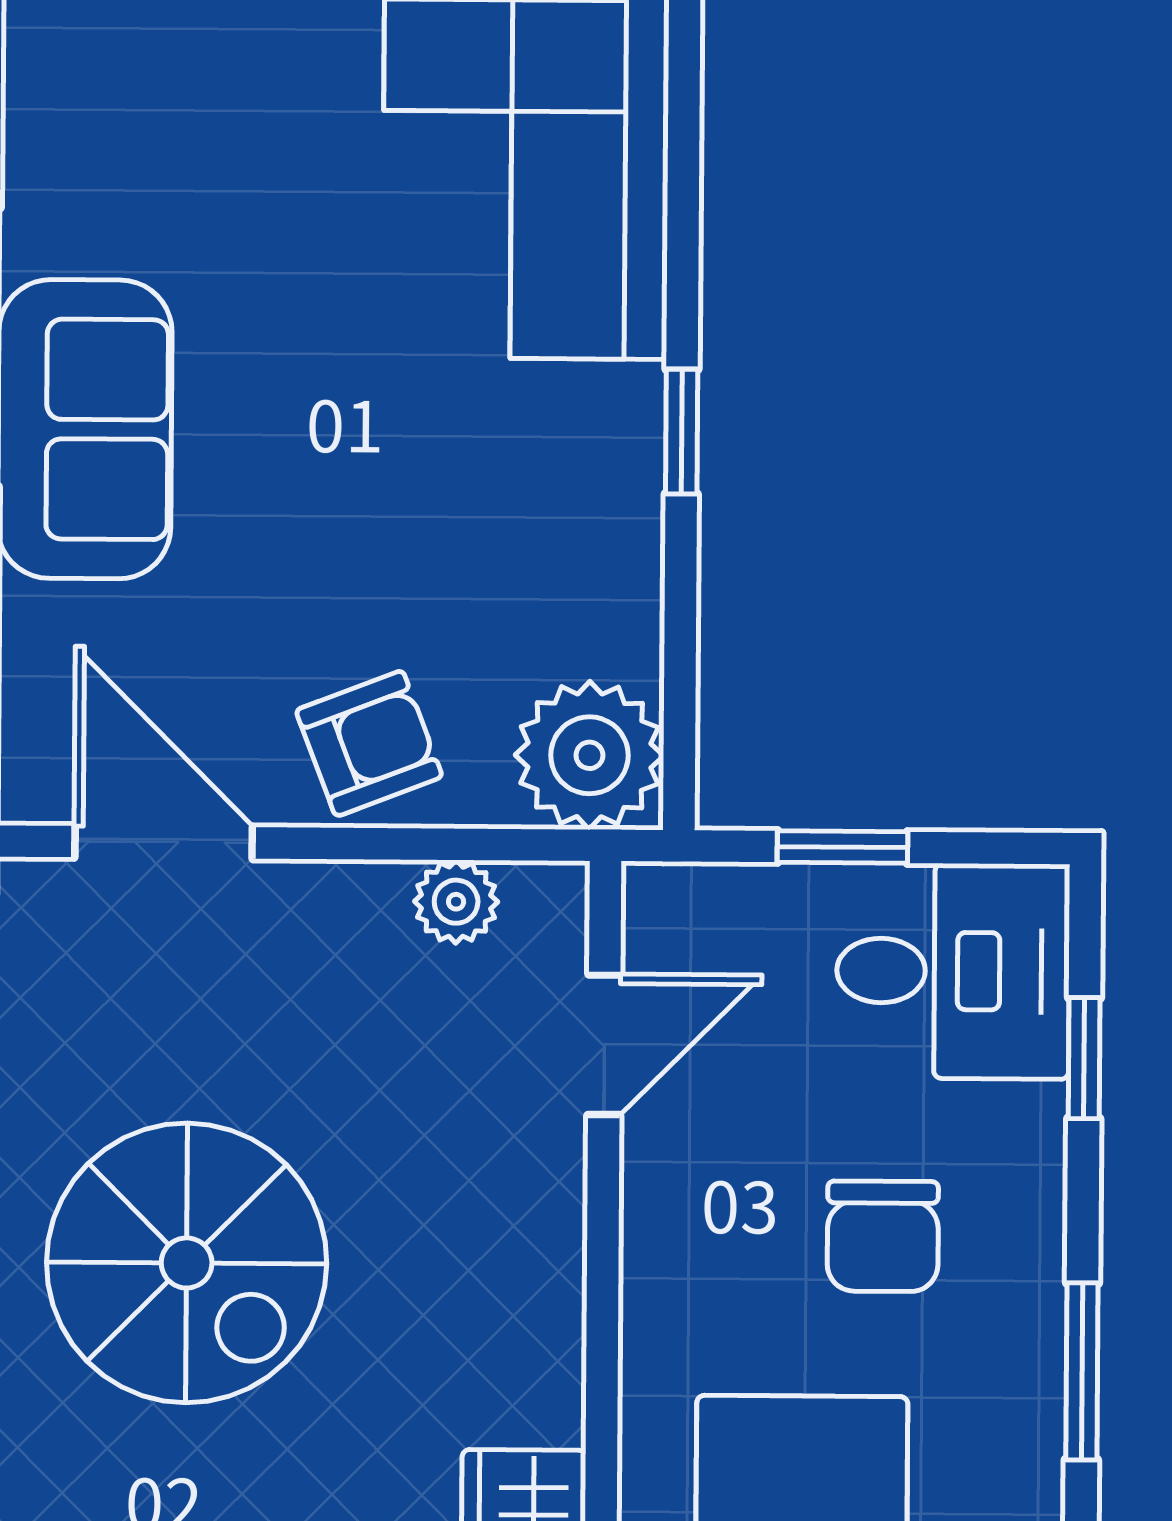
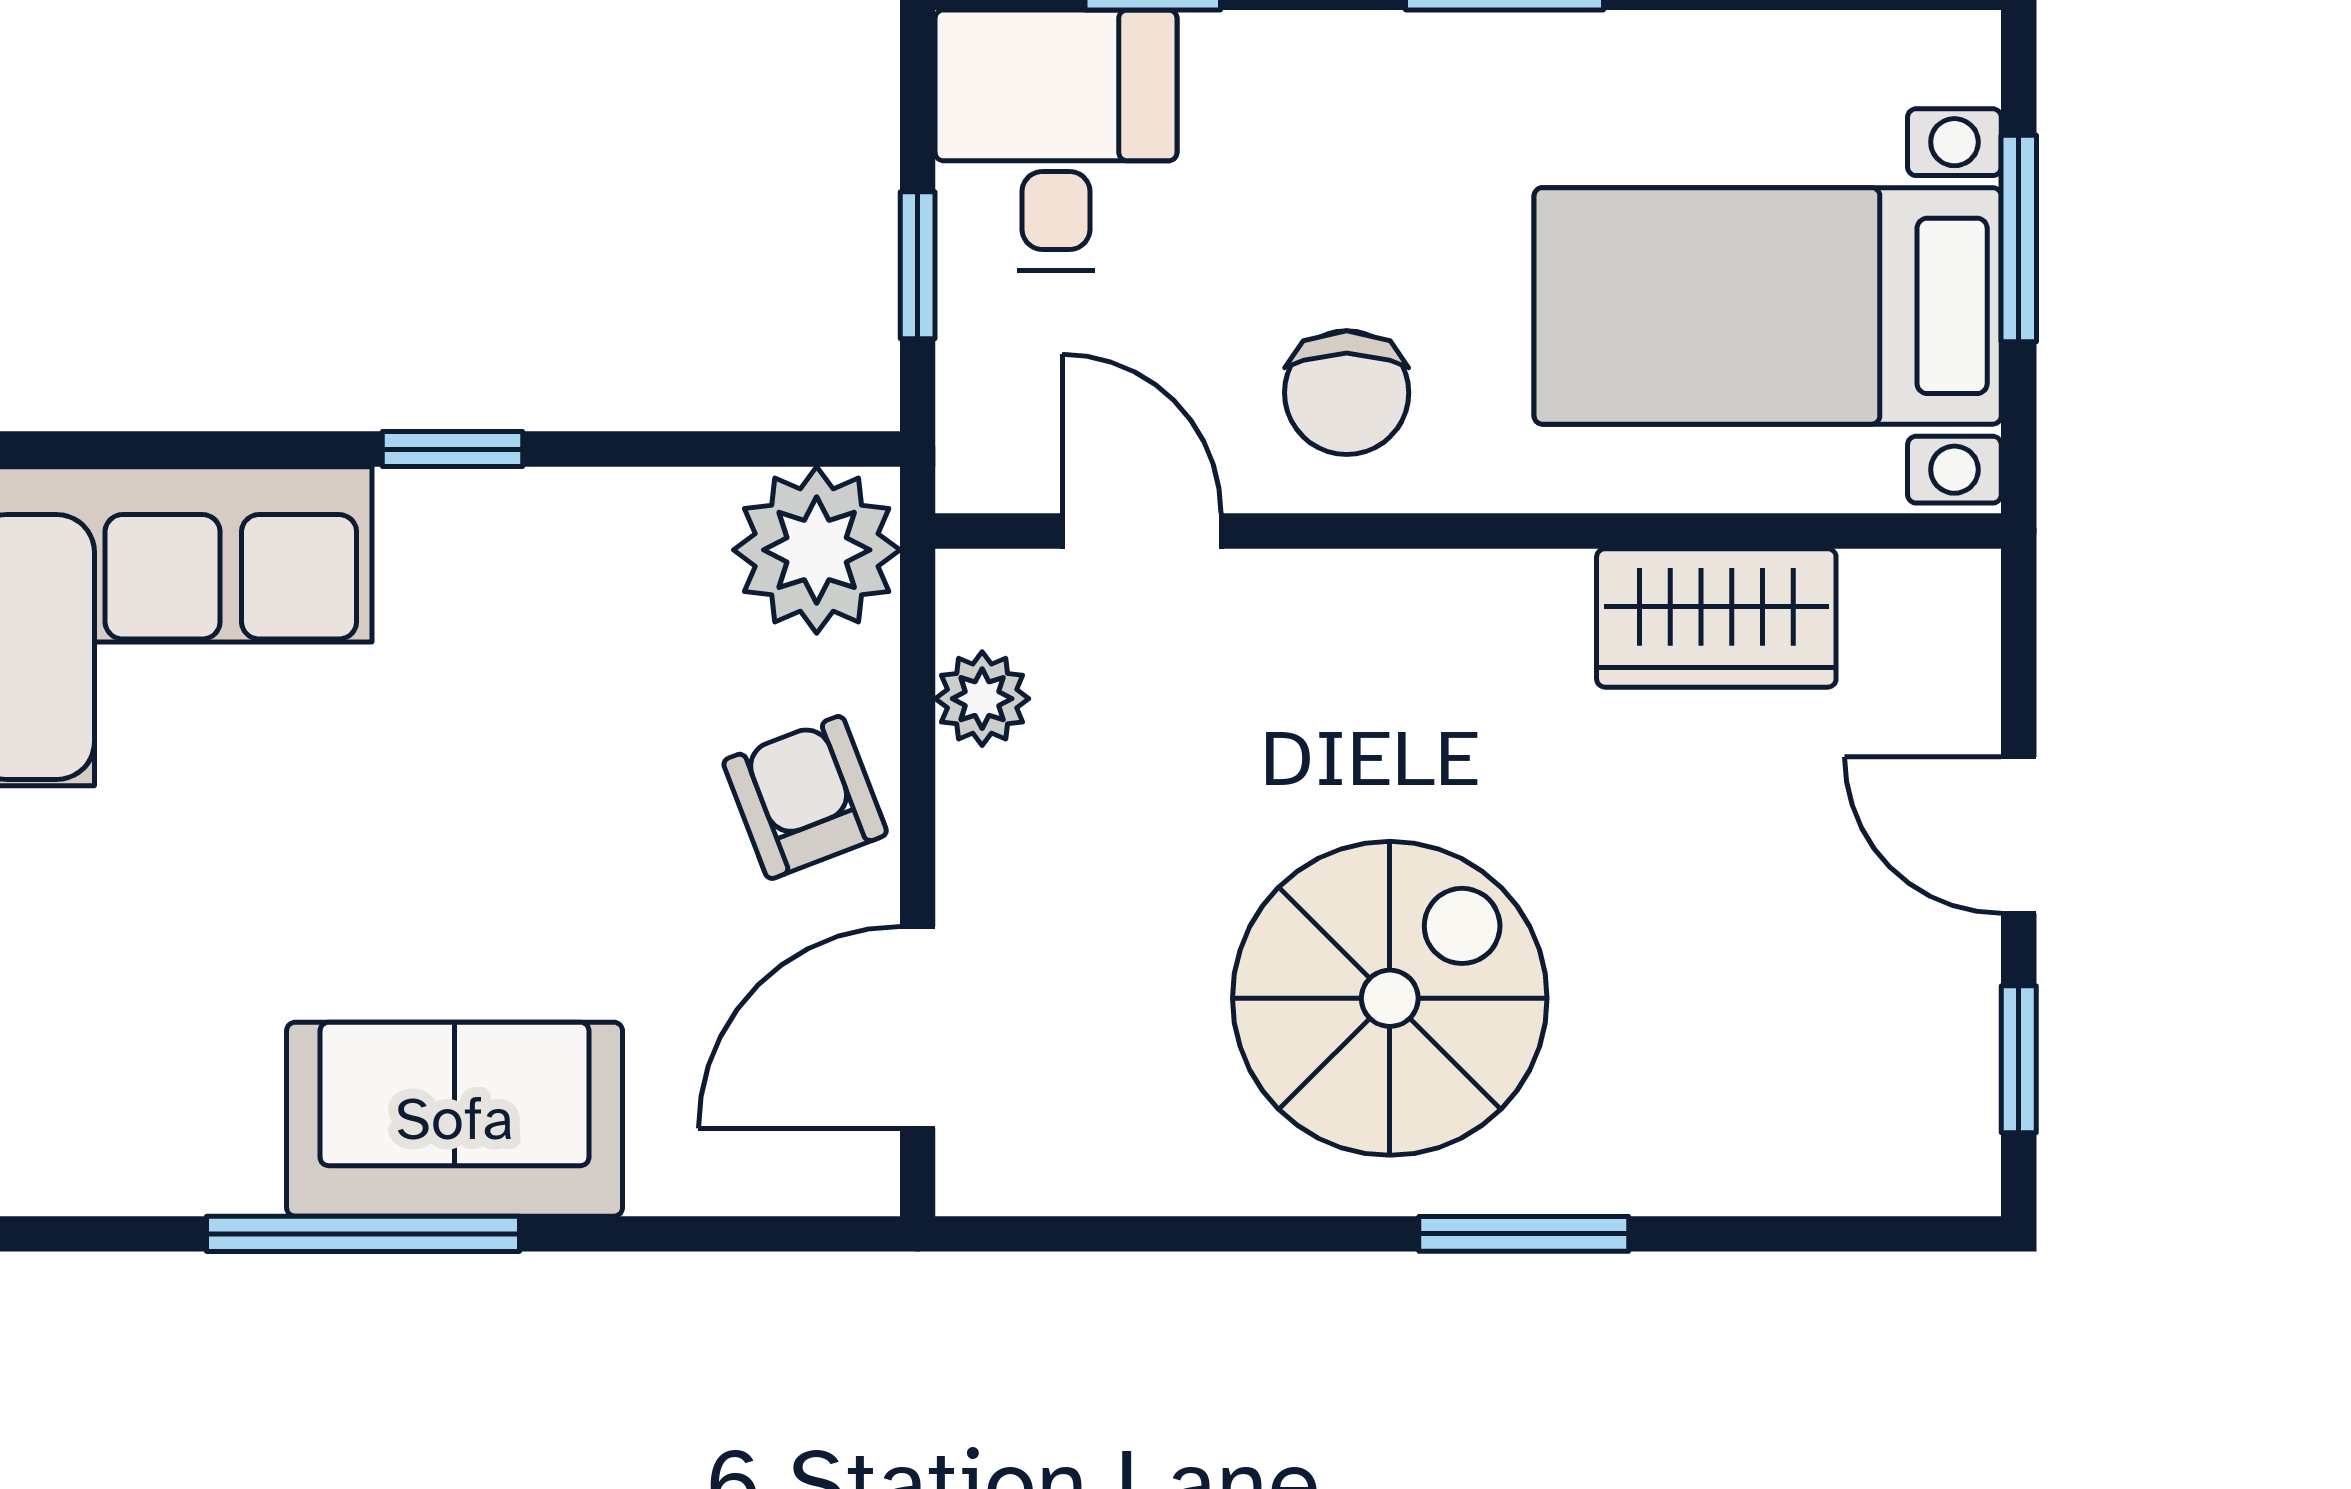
chair: (883, 1236) -> (1347, 393), moved, turned 90

